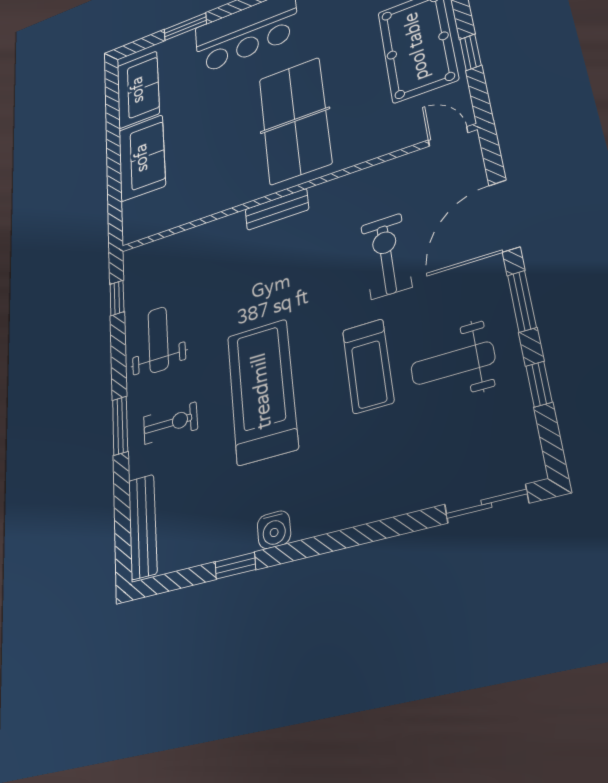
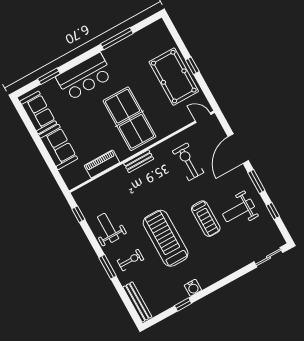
window: (470, 52) -> (192, 66), moved
piano: (204, 203) -> (102, 164), added
exercise bike: (386, 256) -> (188, 162), moved

